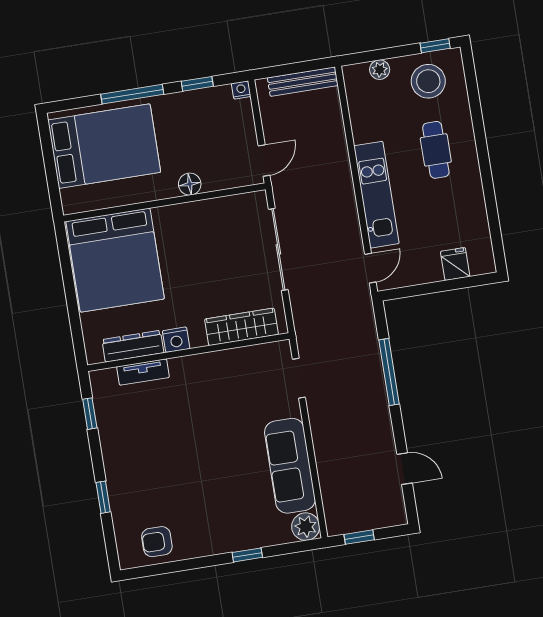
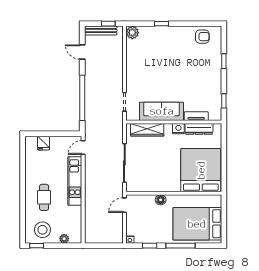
bench: (303, 82) -> (101, 31), moved
window: (389, 372) -> (82, 98), width x1.46
sofa: (290, 466) -> (162, 111), moved, turned -90

